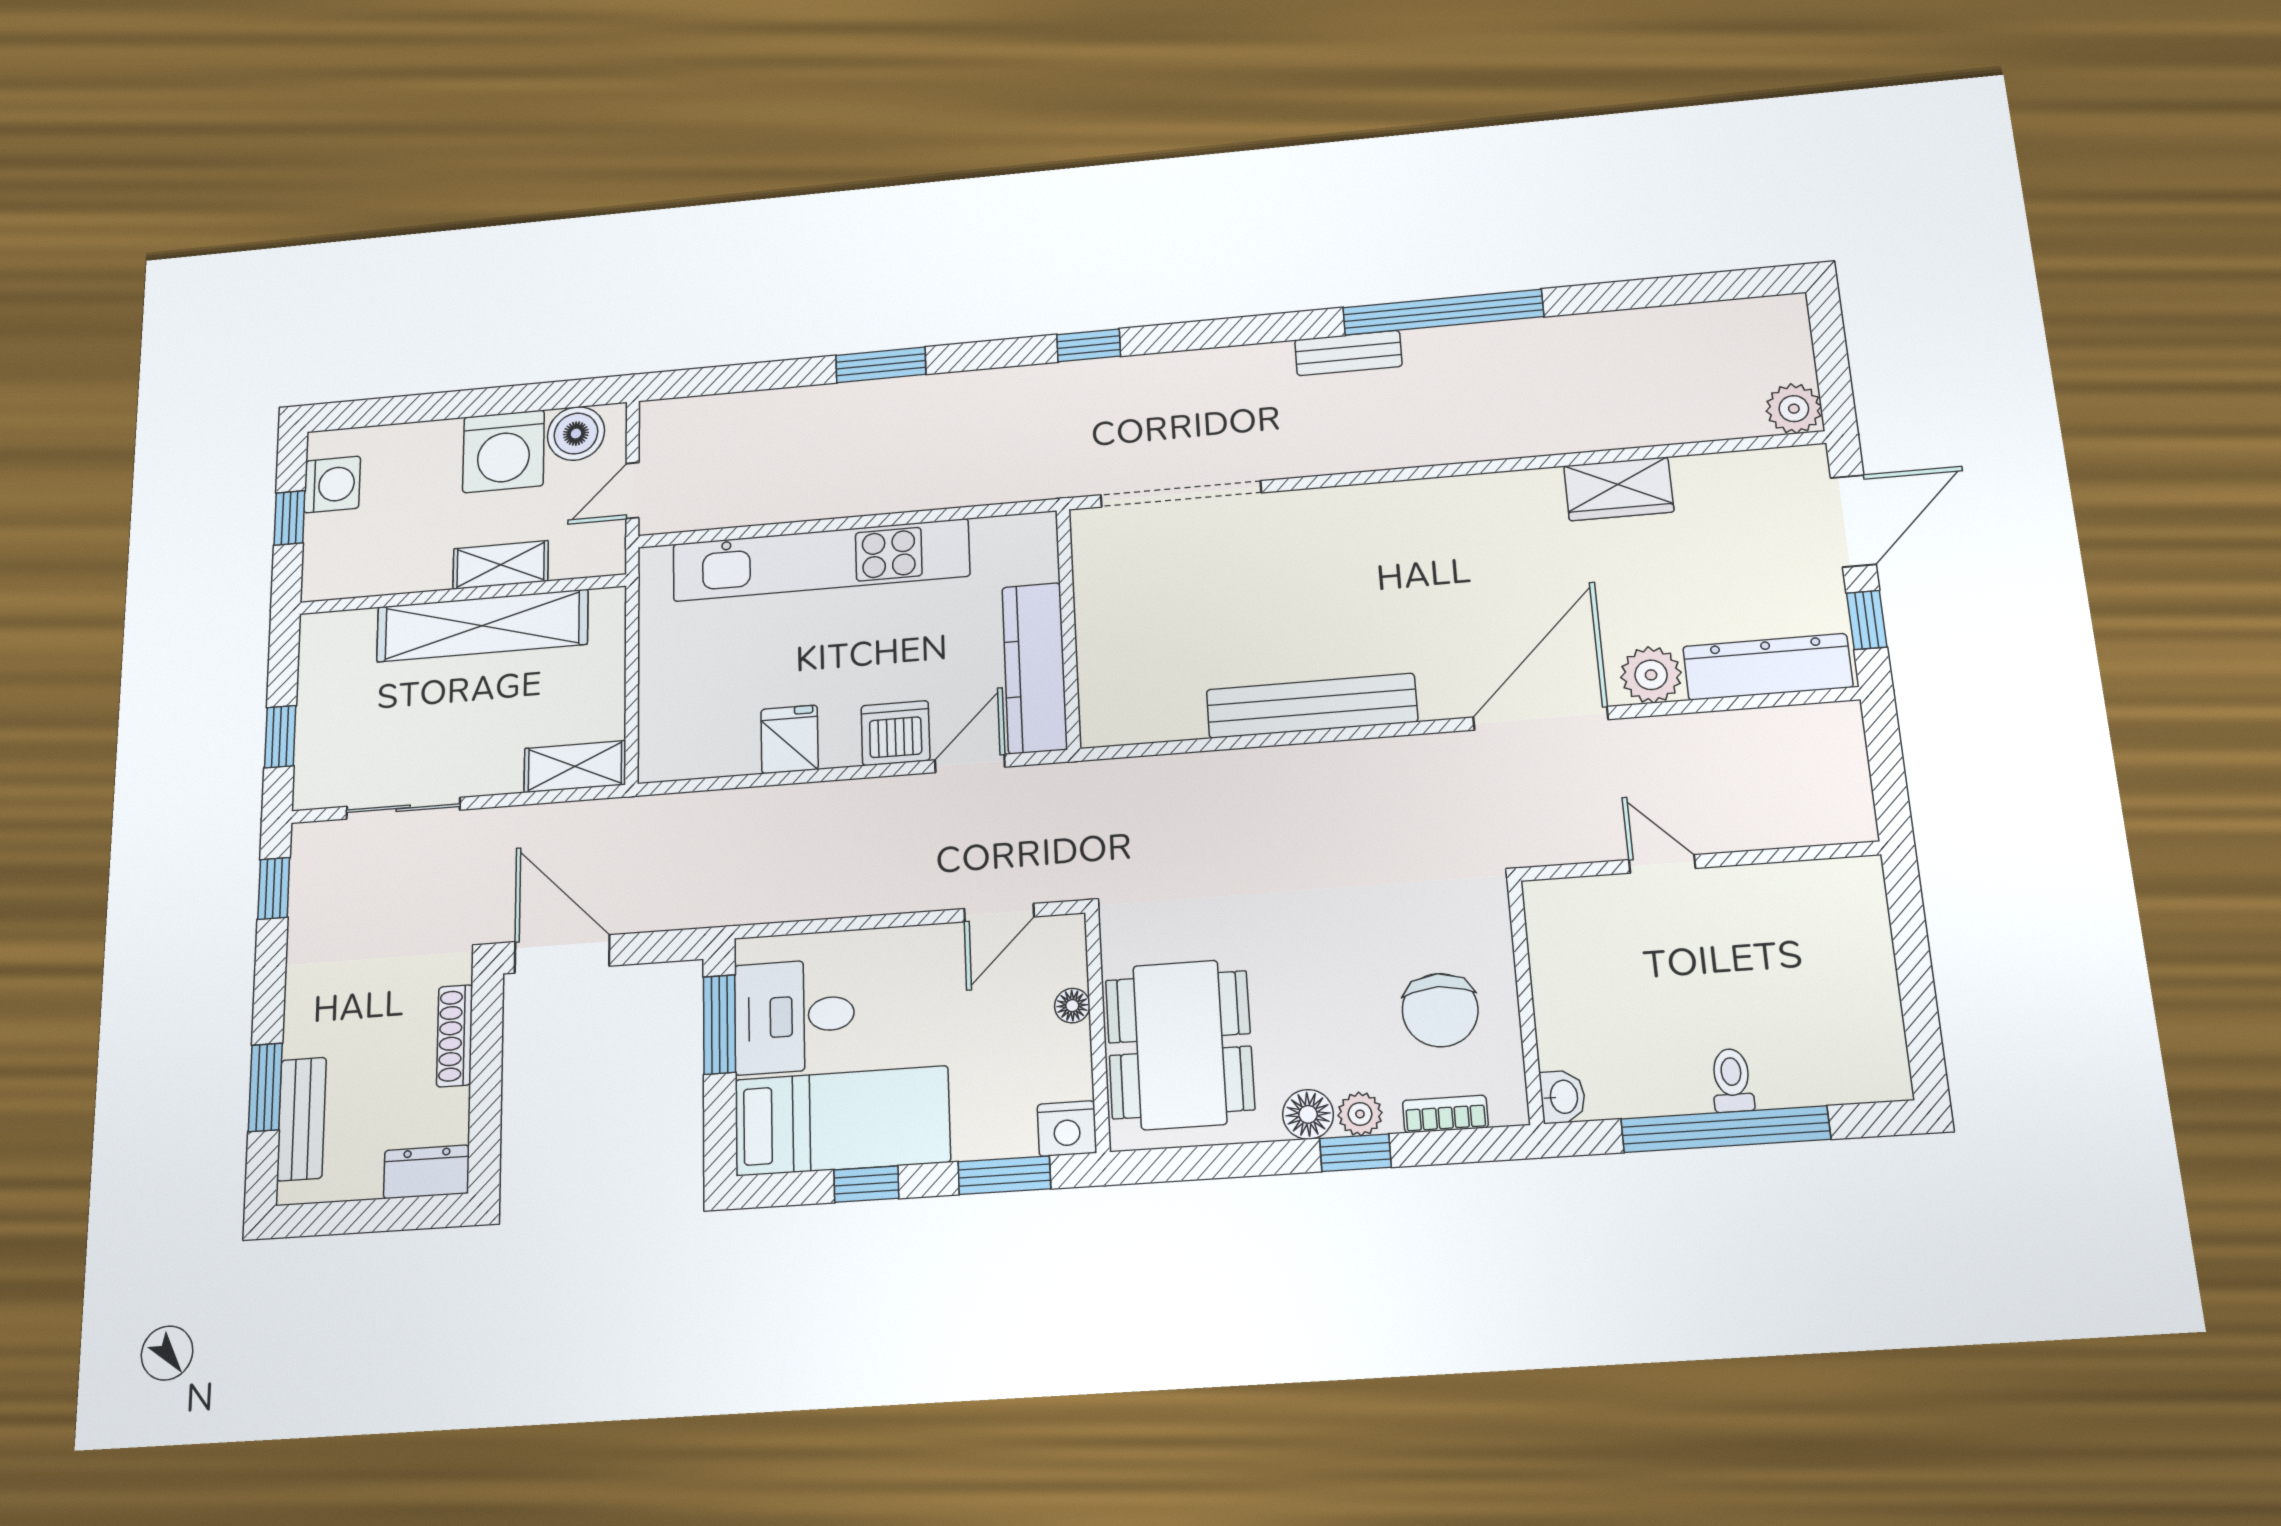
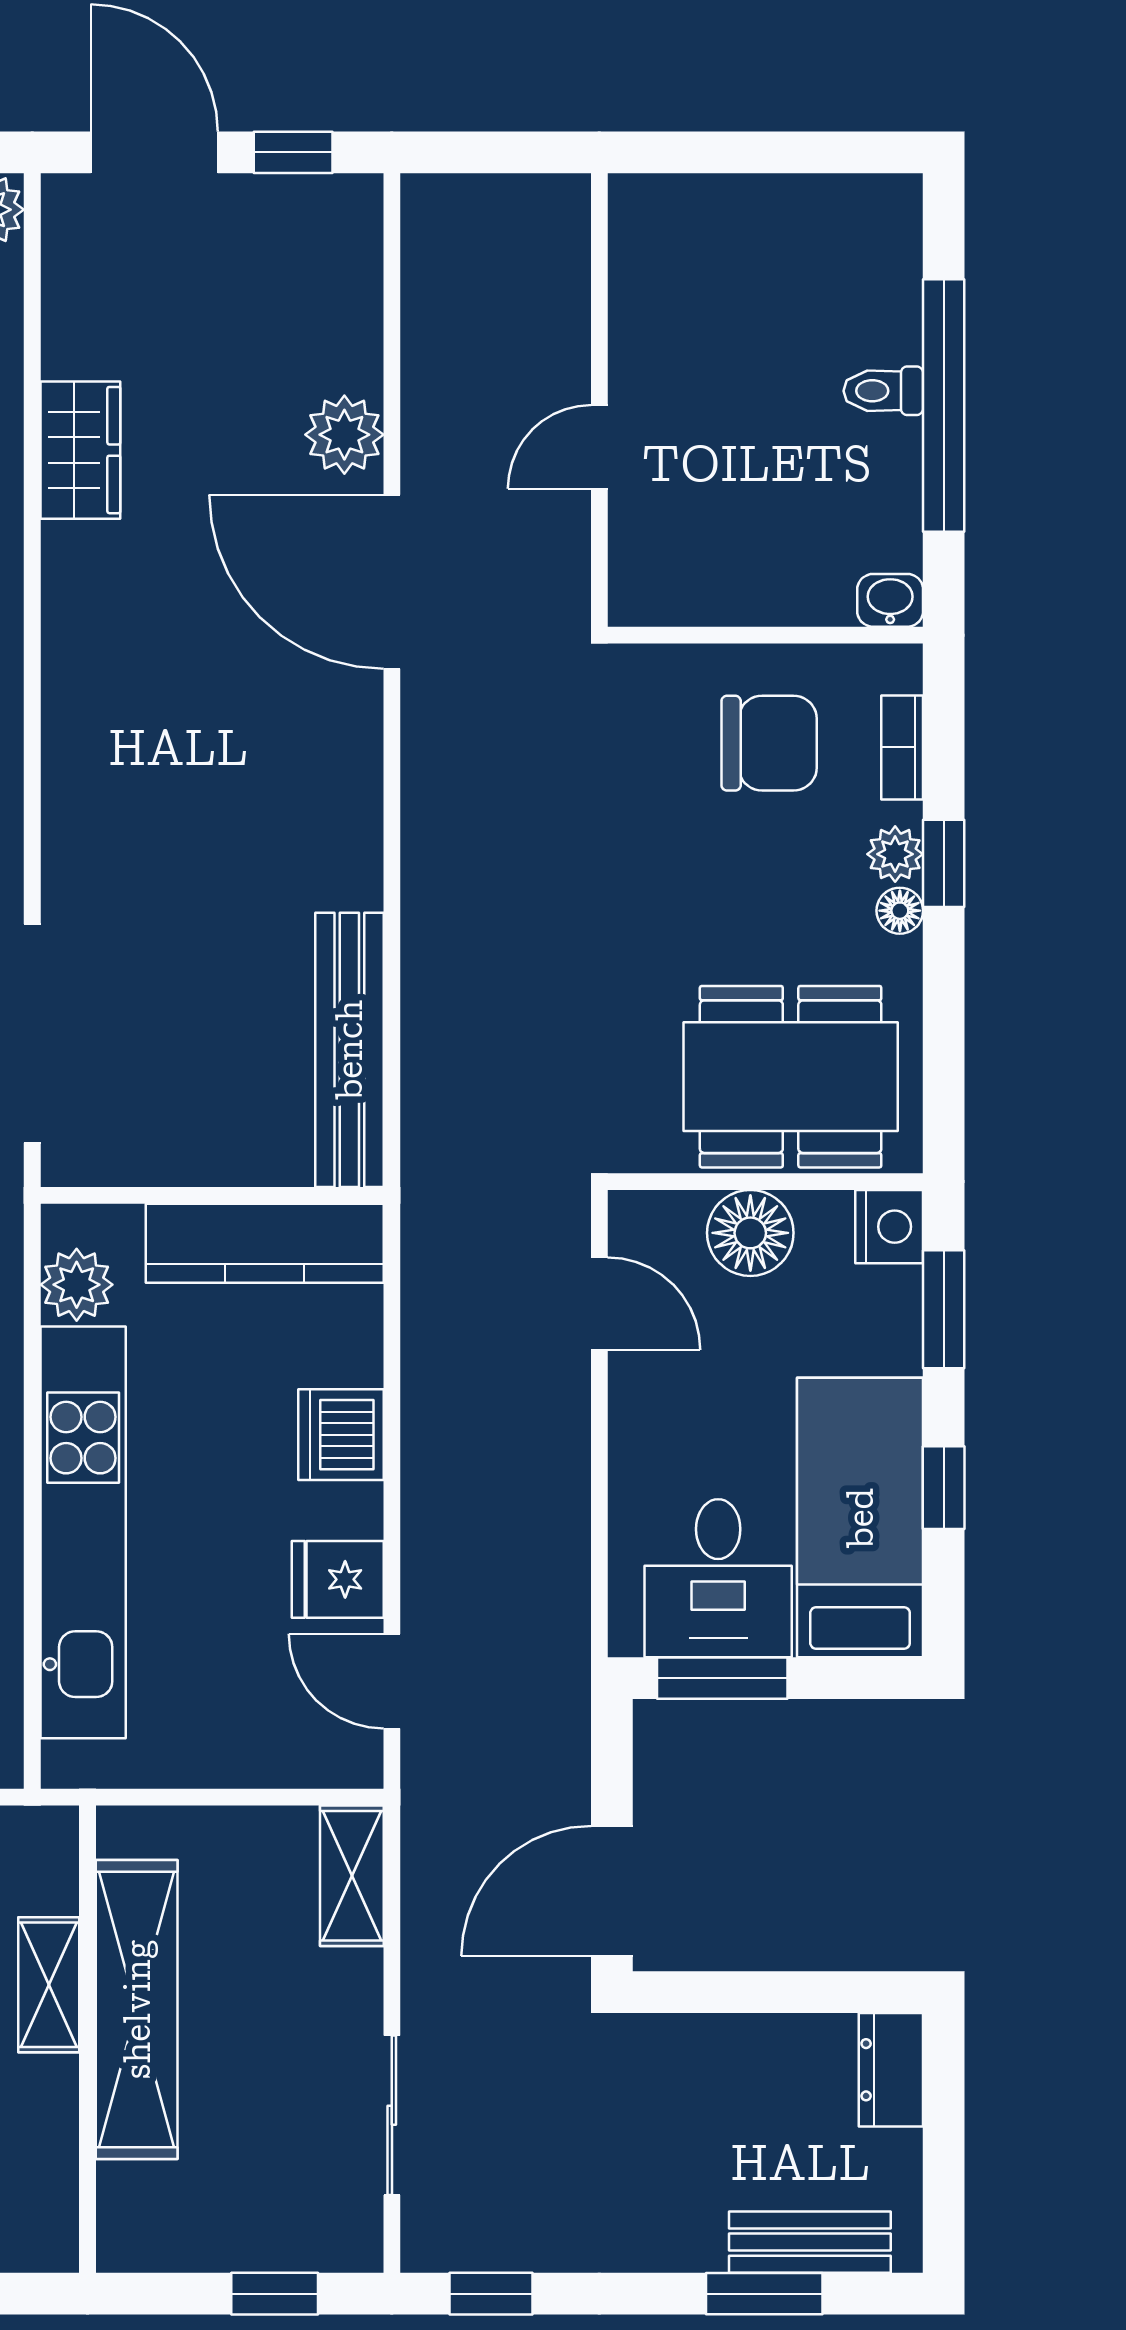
plant: (999, 540) -> (77, 1285), added
dresser: (1768, 667) -> (346, 285), removed
bench: (1312, 706) -> (349, 1050), moved
door: (970, 763) -> (392, 1681), moved
floor lamp: (1072, 1006) -> (750, 1233), width x1.89, depth x1.89
shoe rack: (455, 1036) -> (712, 2036), removed
floor lamp: (1308, 1114) -> (900, 911), width x0.73, depth x0.73

